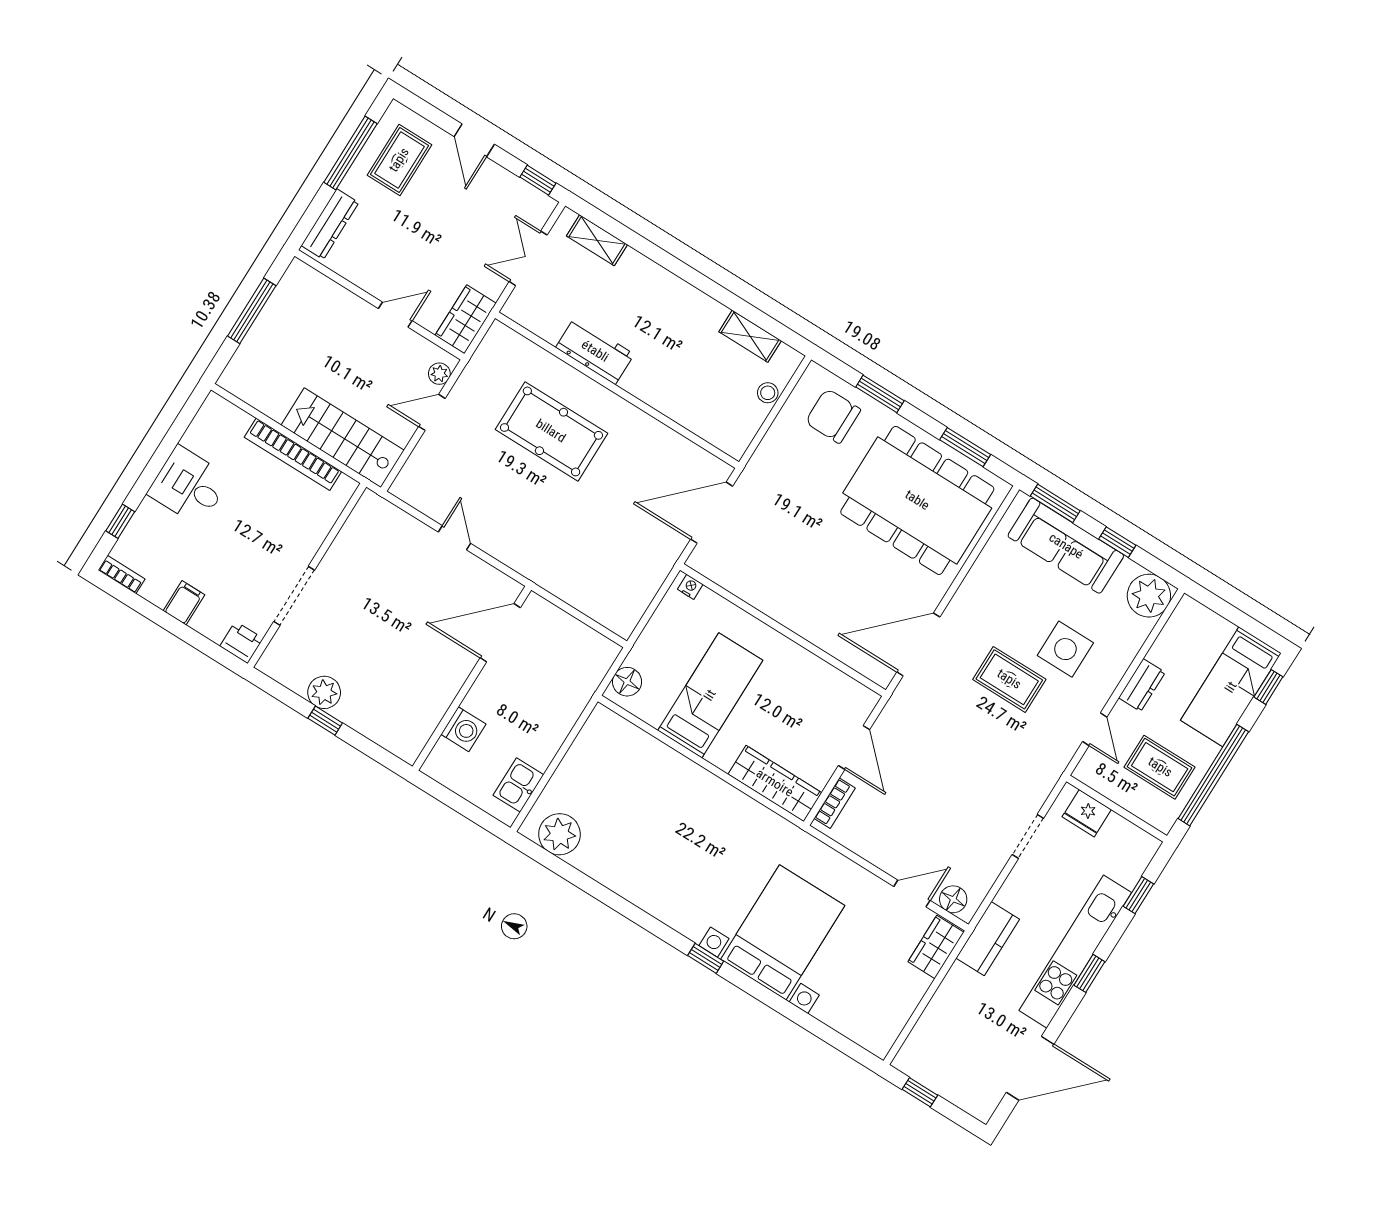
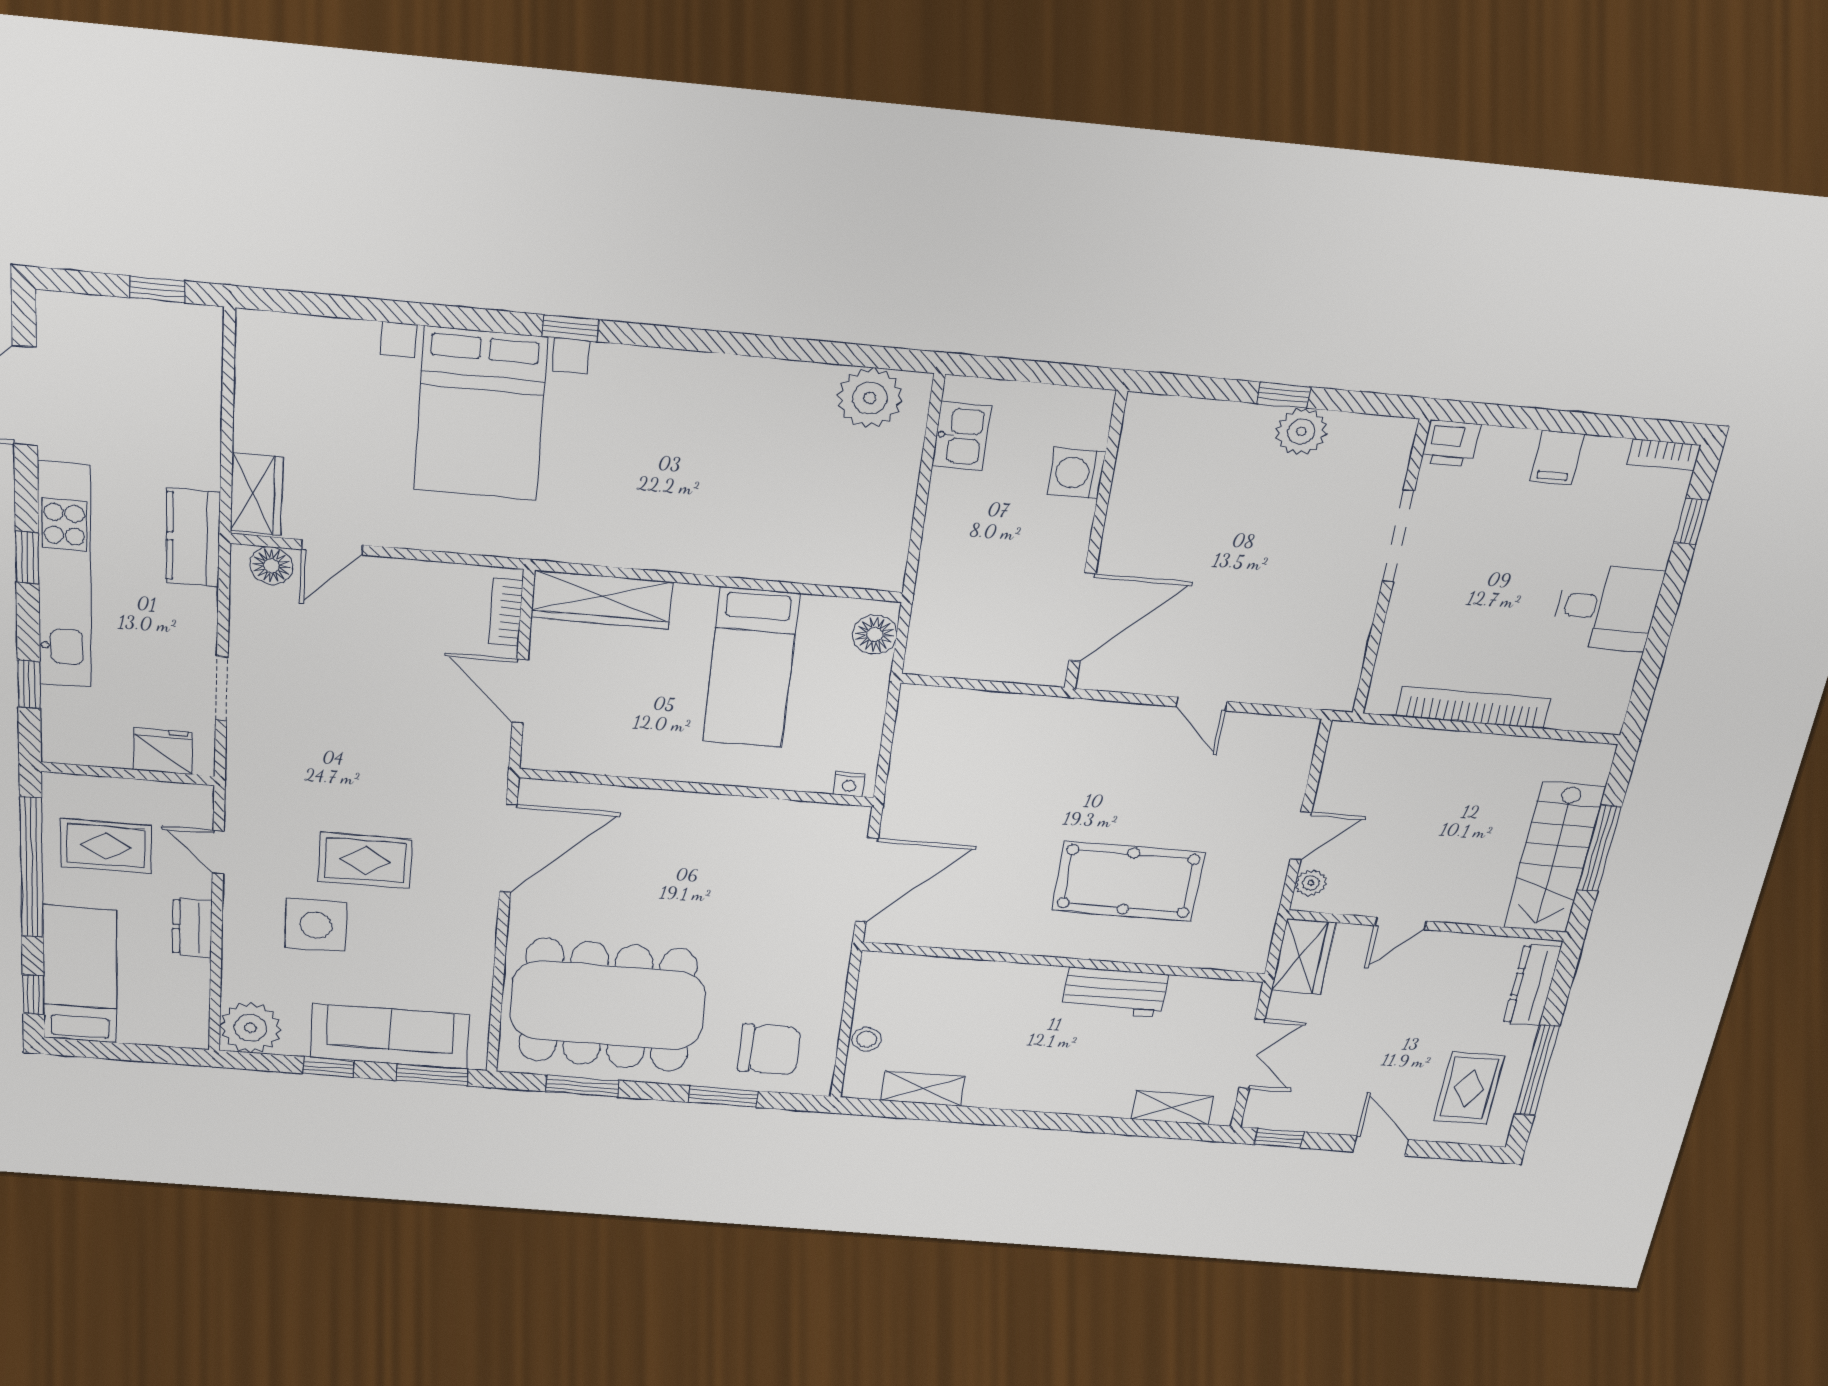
stairs: (343, 438) -> (1554, 857), moved, turned 90

